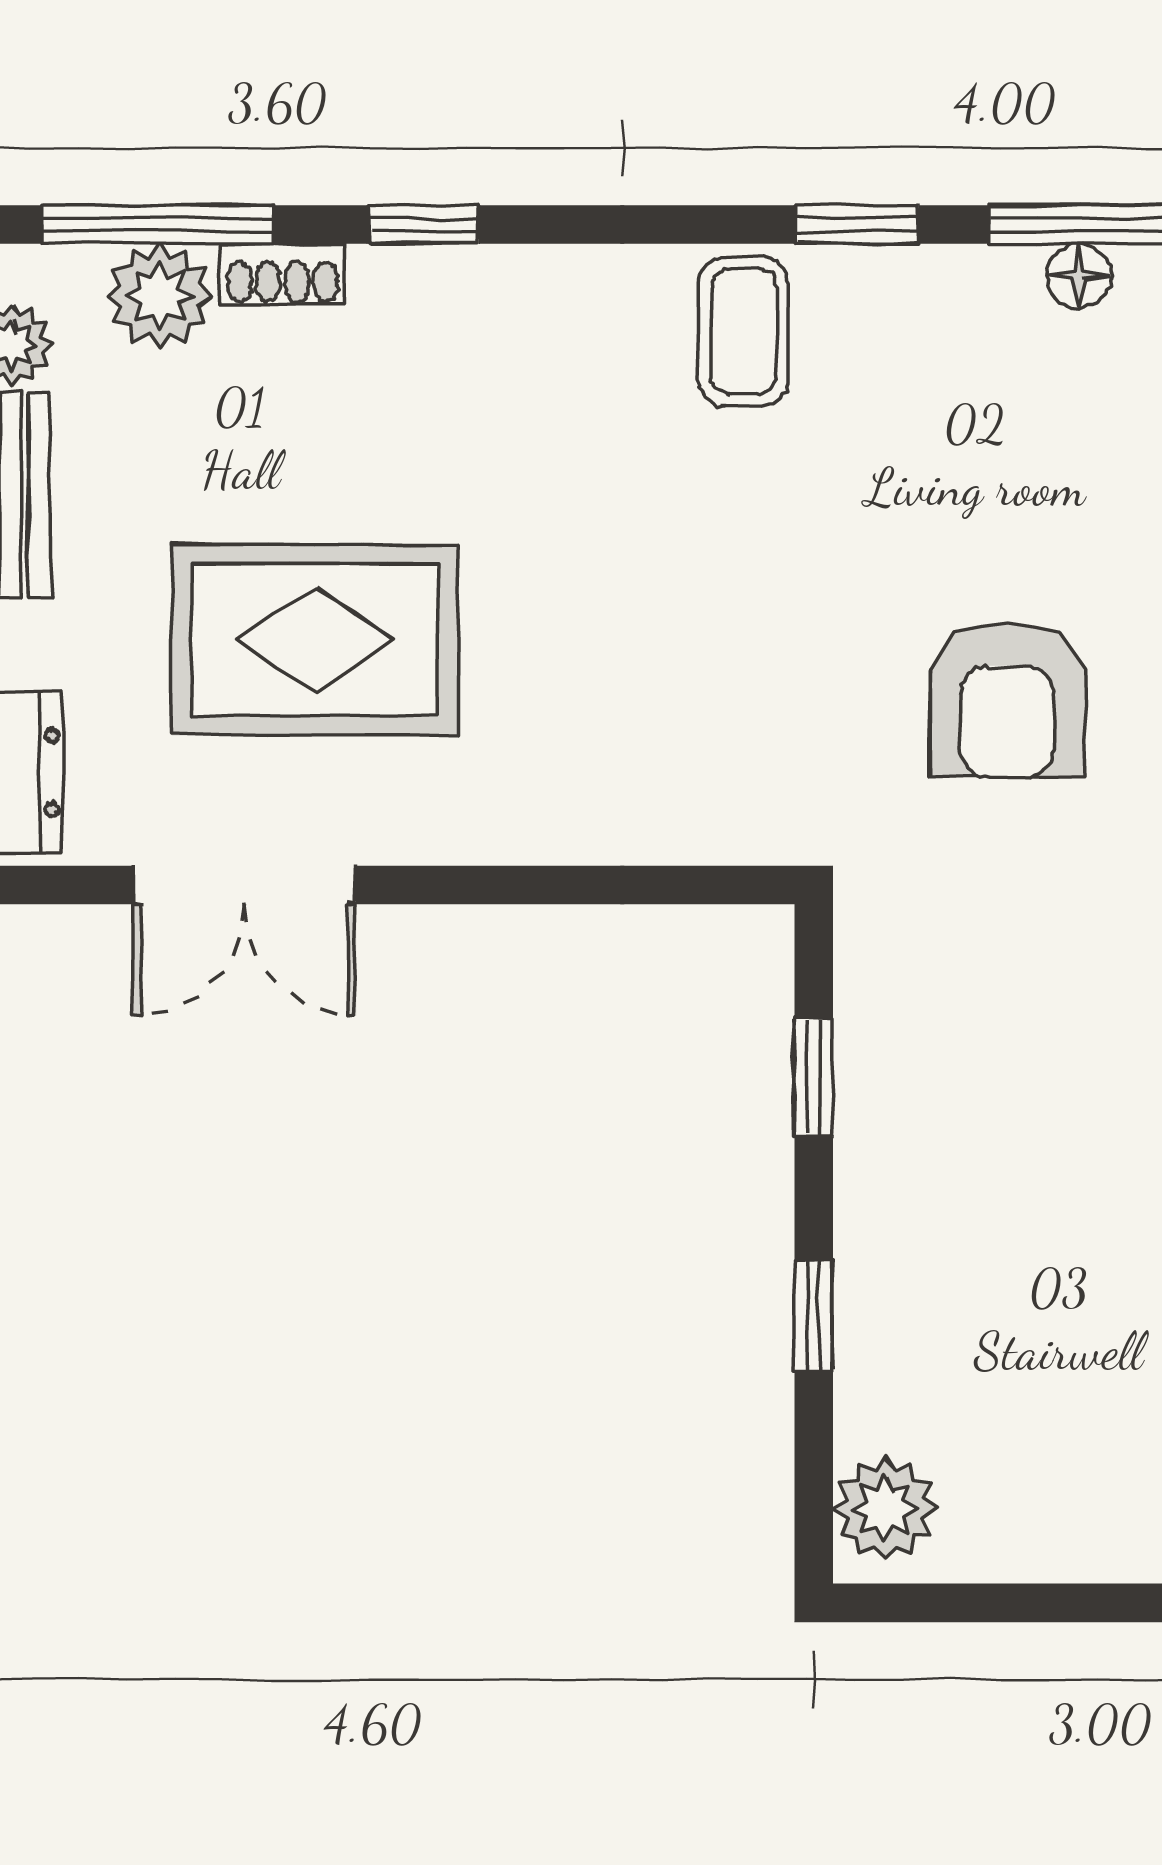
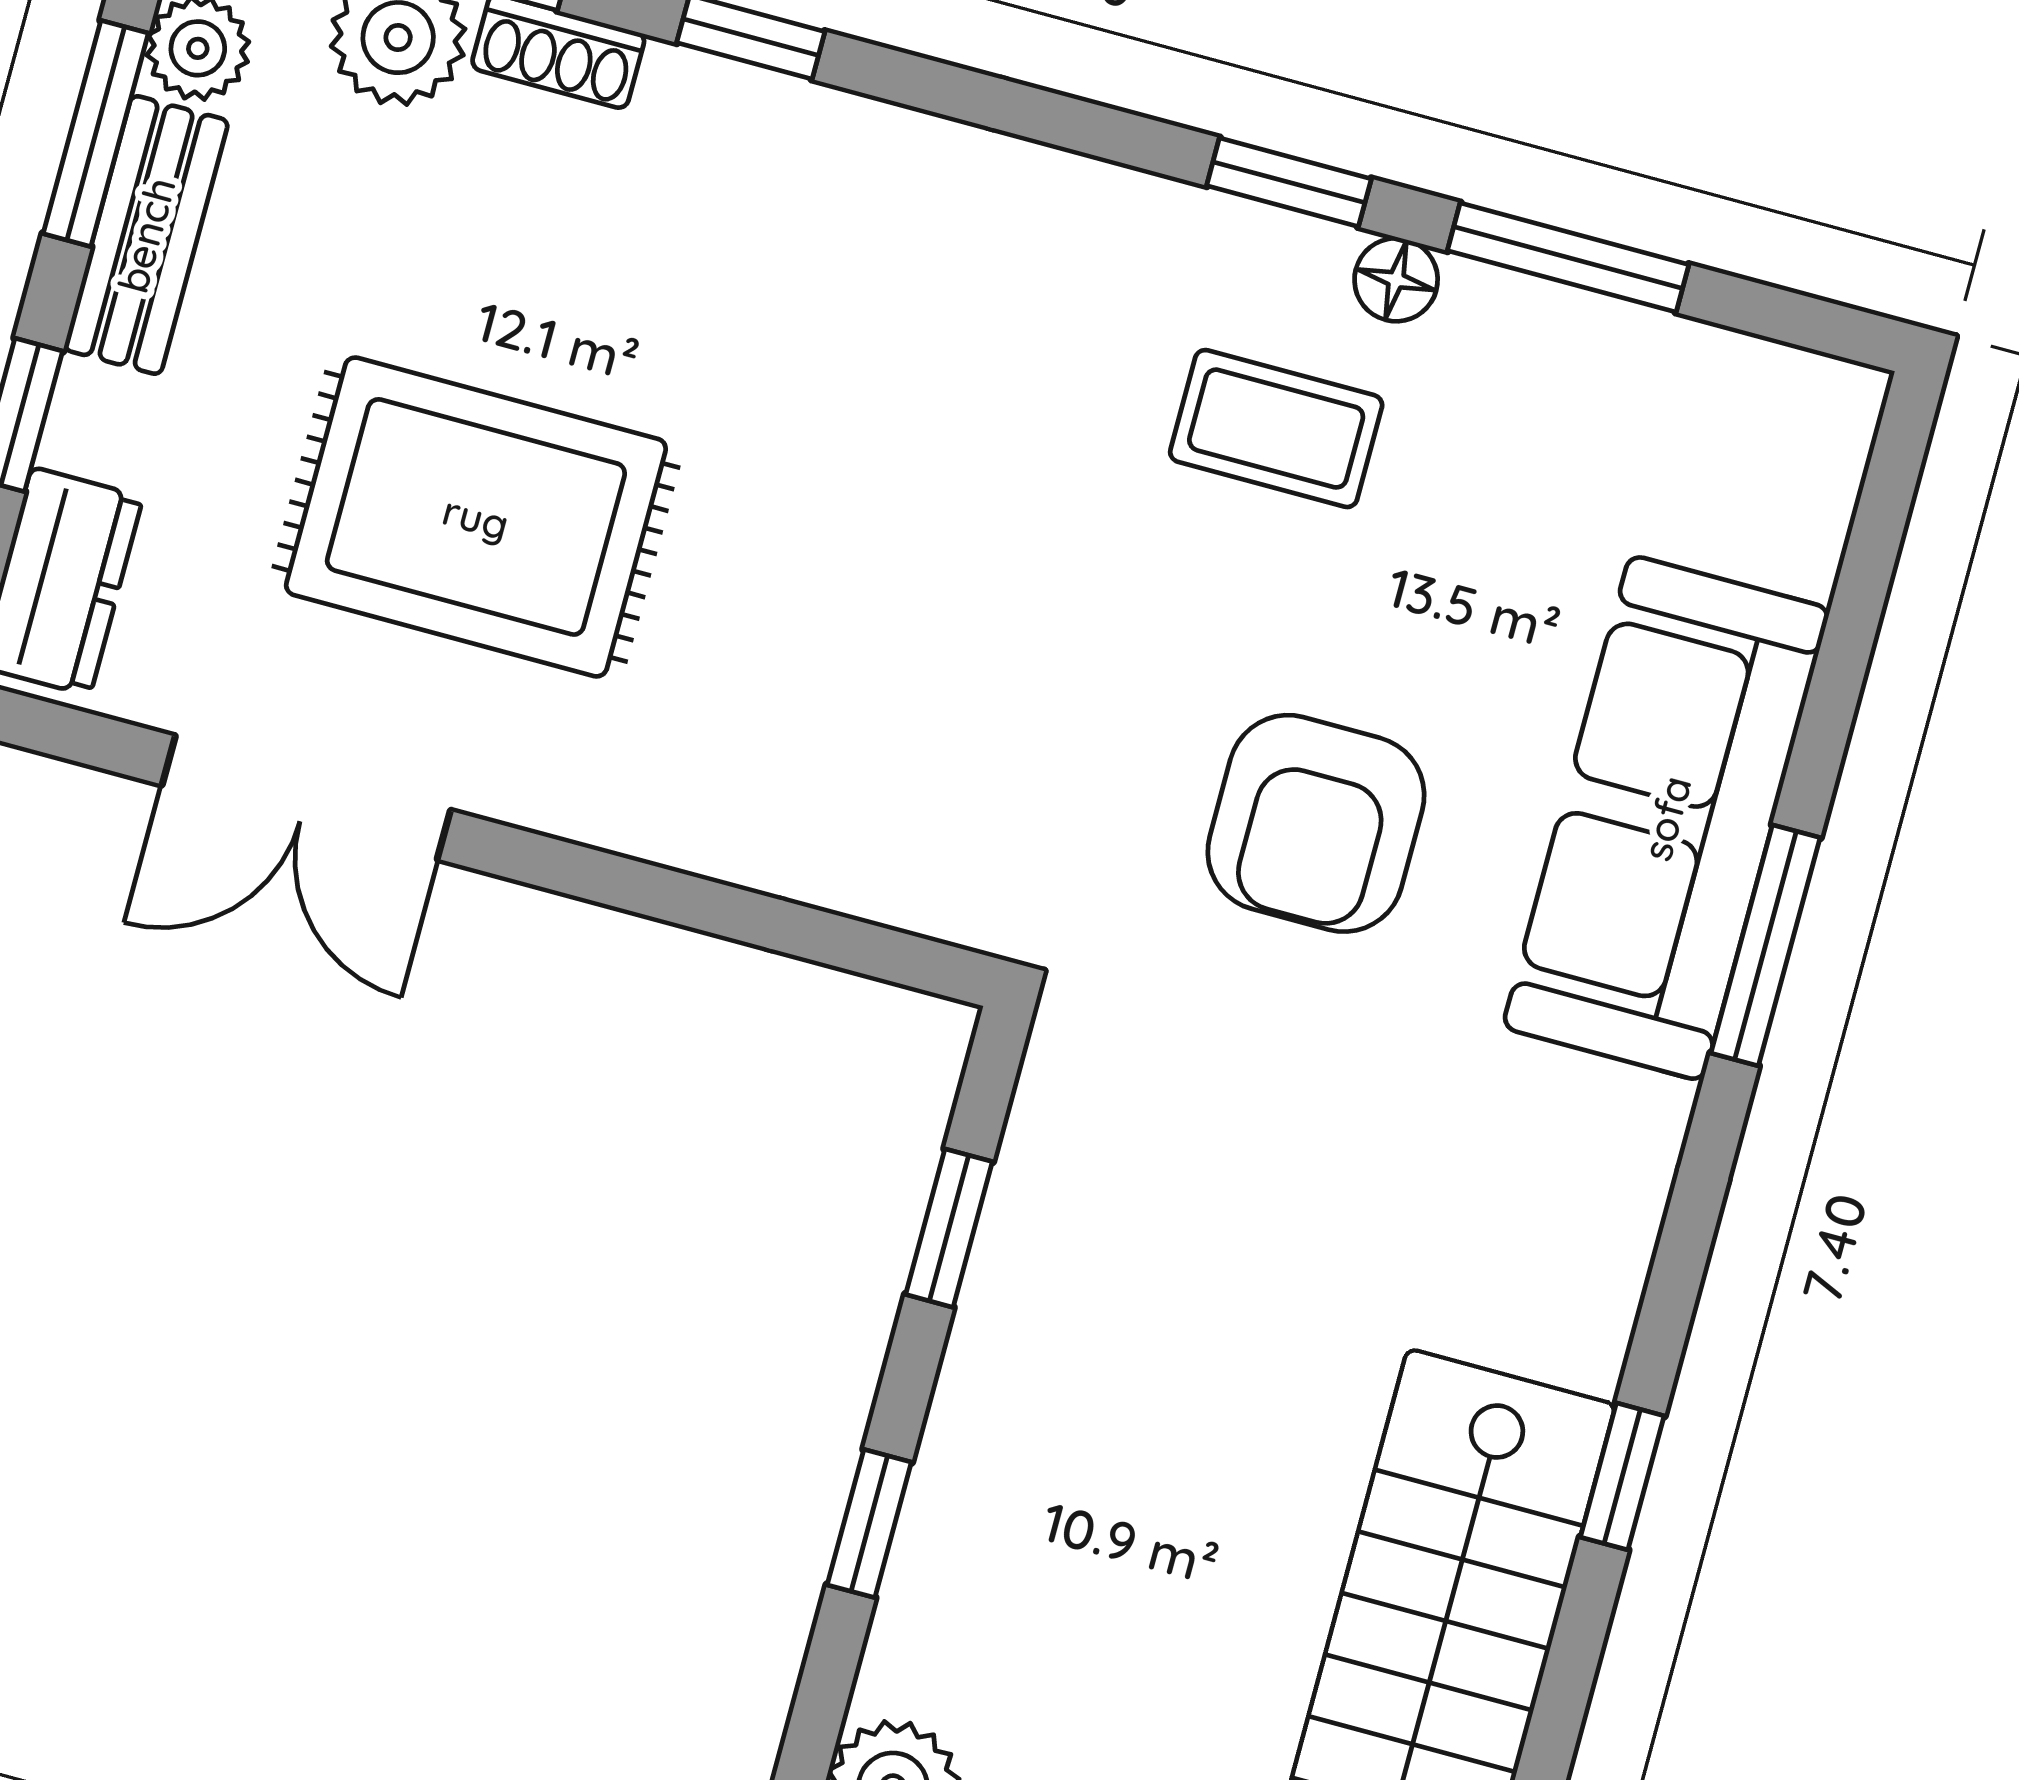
floor lamp: (1079, 276) -> (1396, 280), moved
coffee table: (743, 331) -> (1276, 429), moved, turned 90

